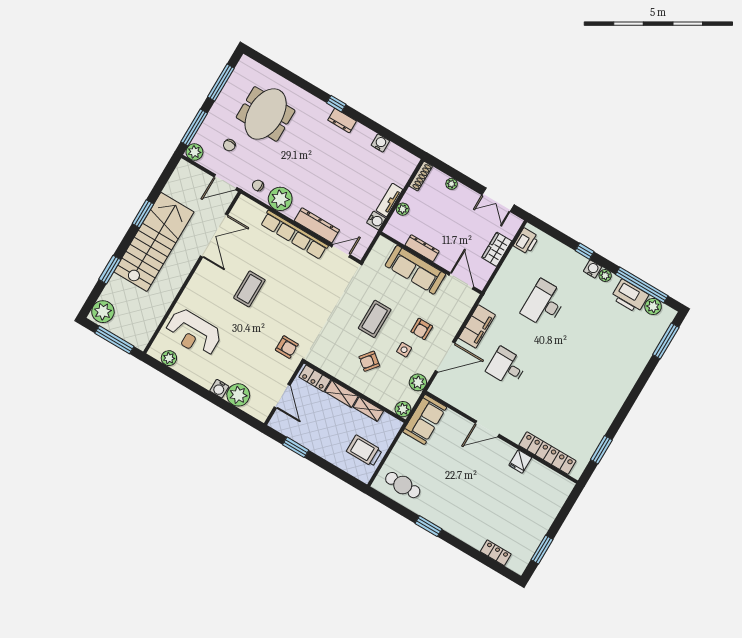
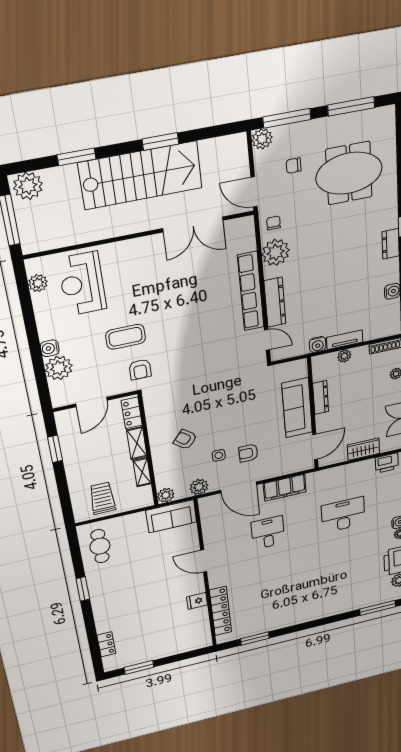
coffee table: (249, 289) -> (126, 337), moved
coffee table: (375, 319) -> (227, 414), removed

